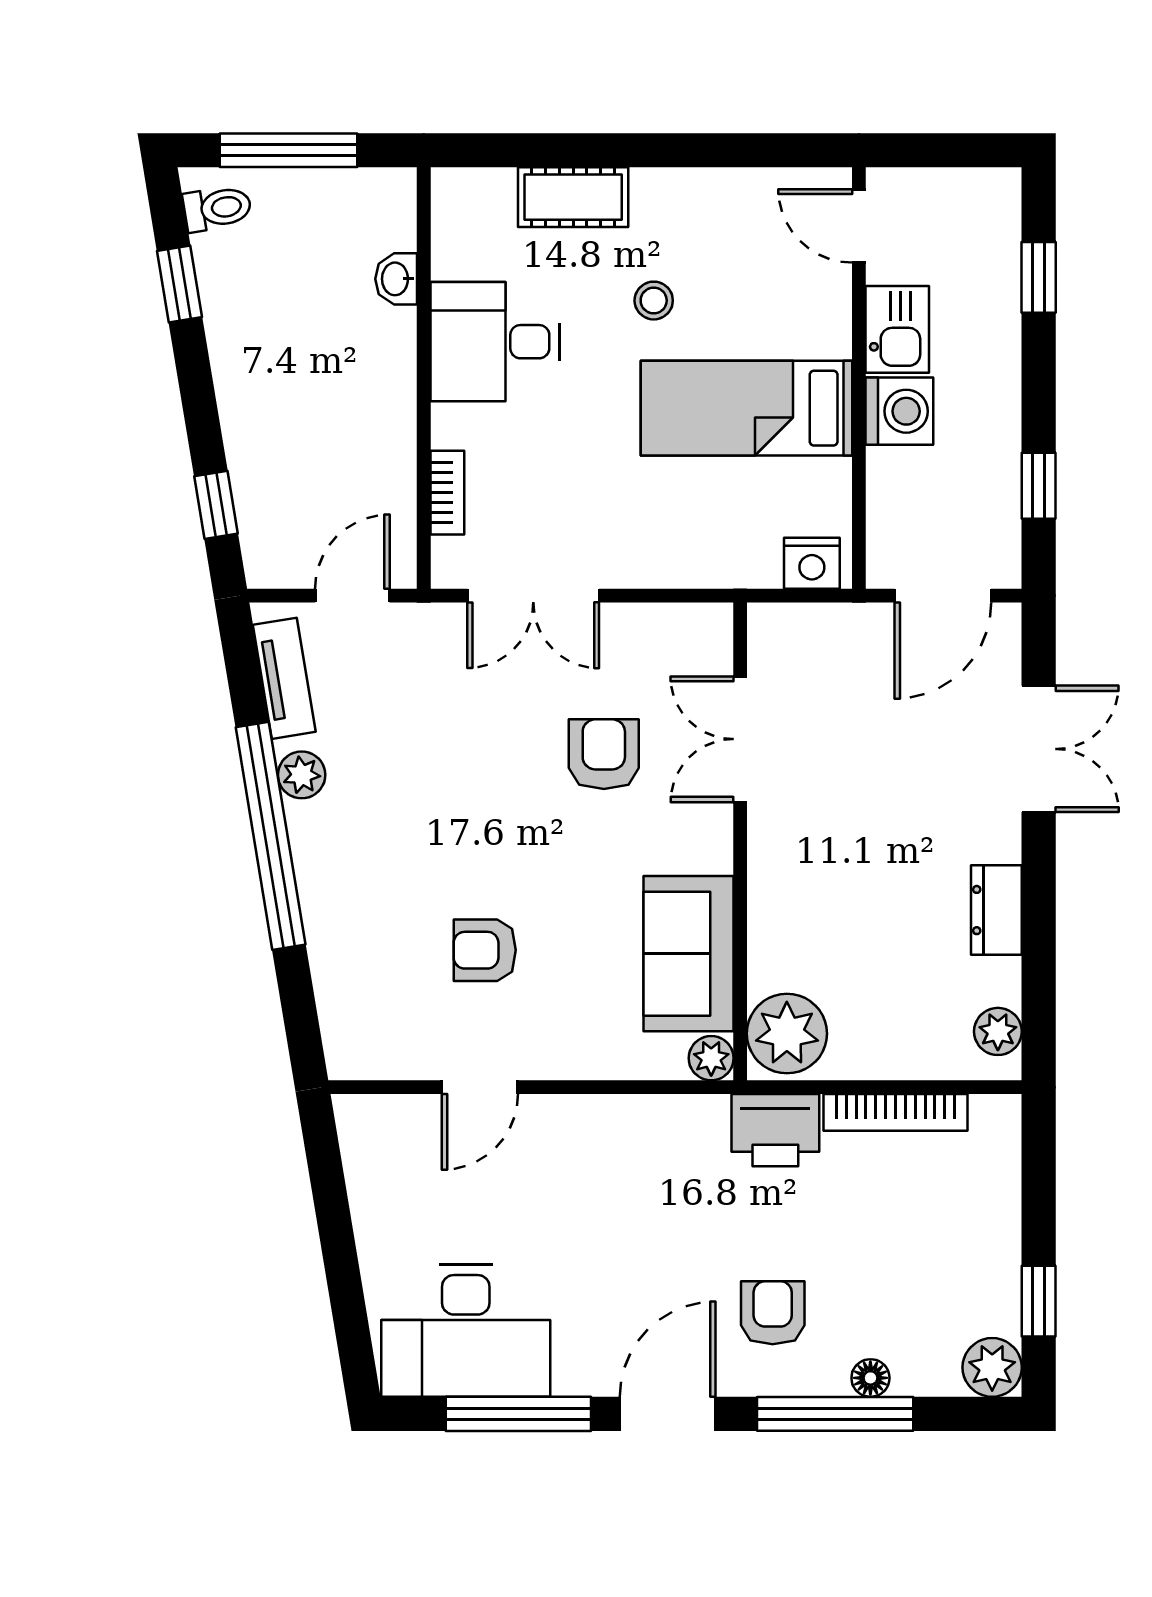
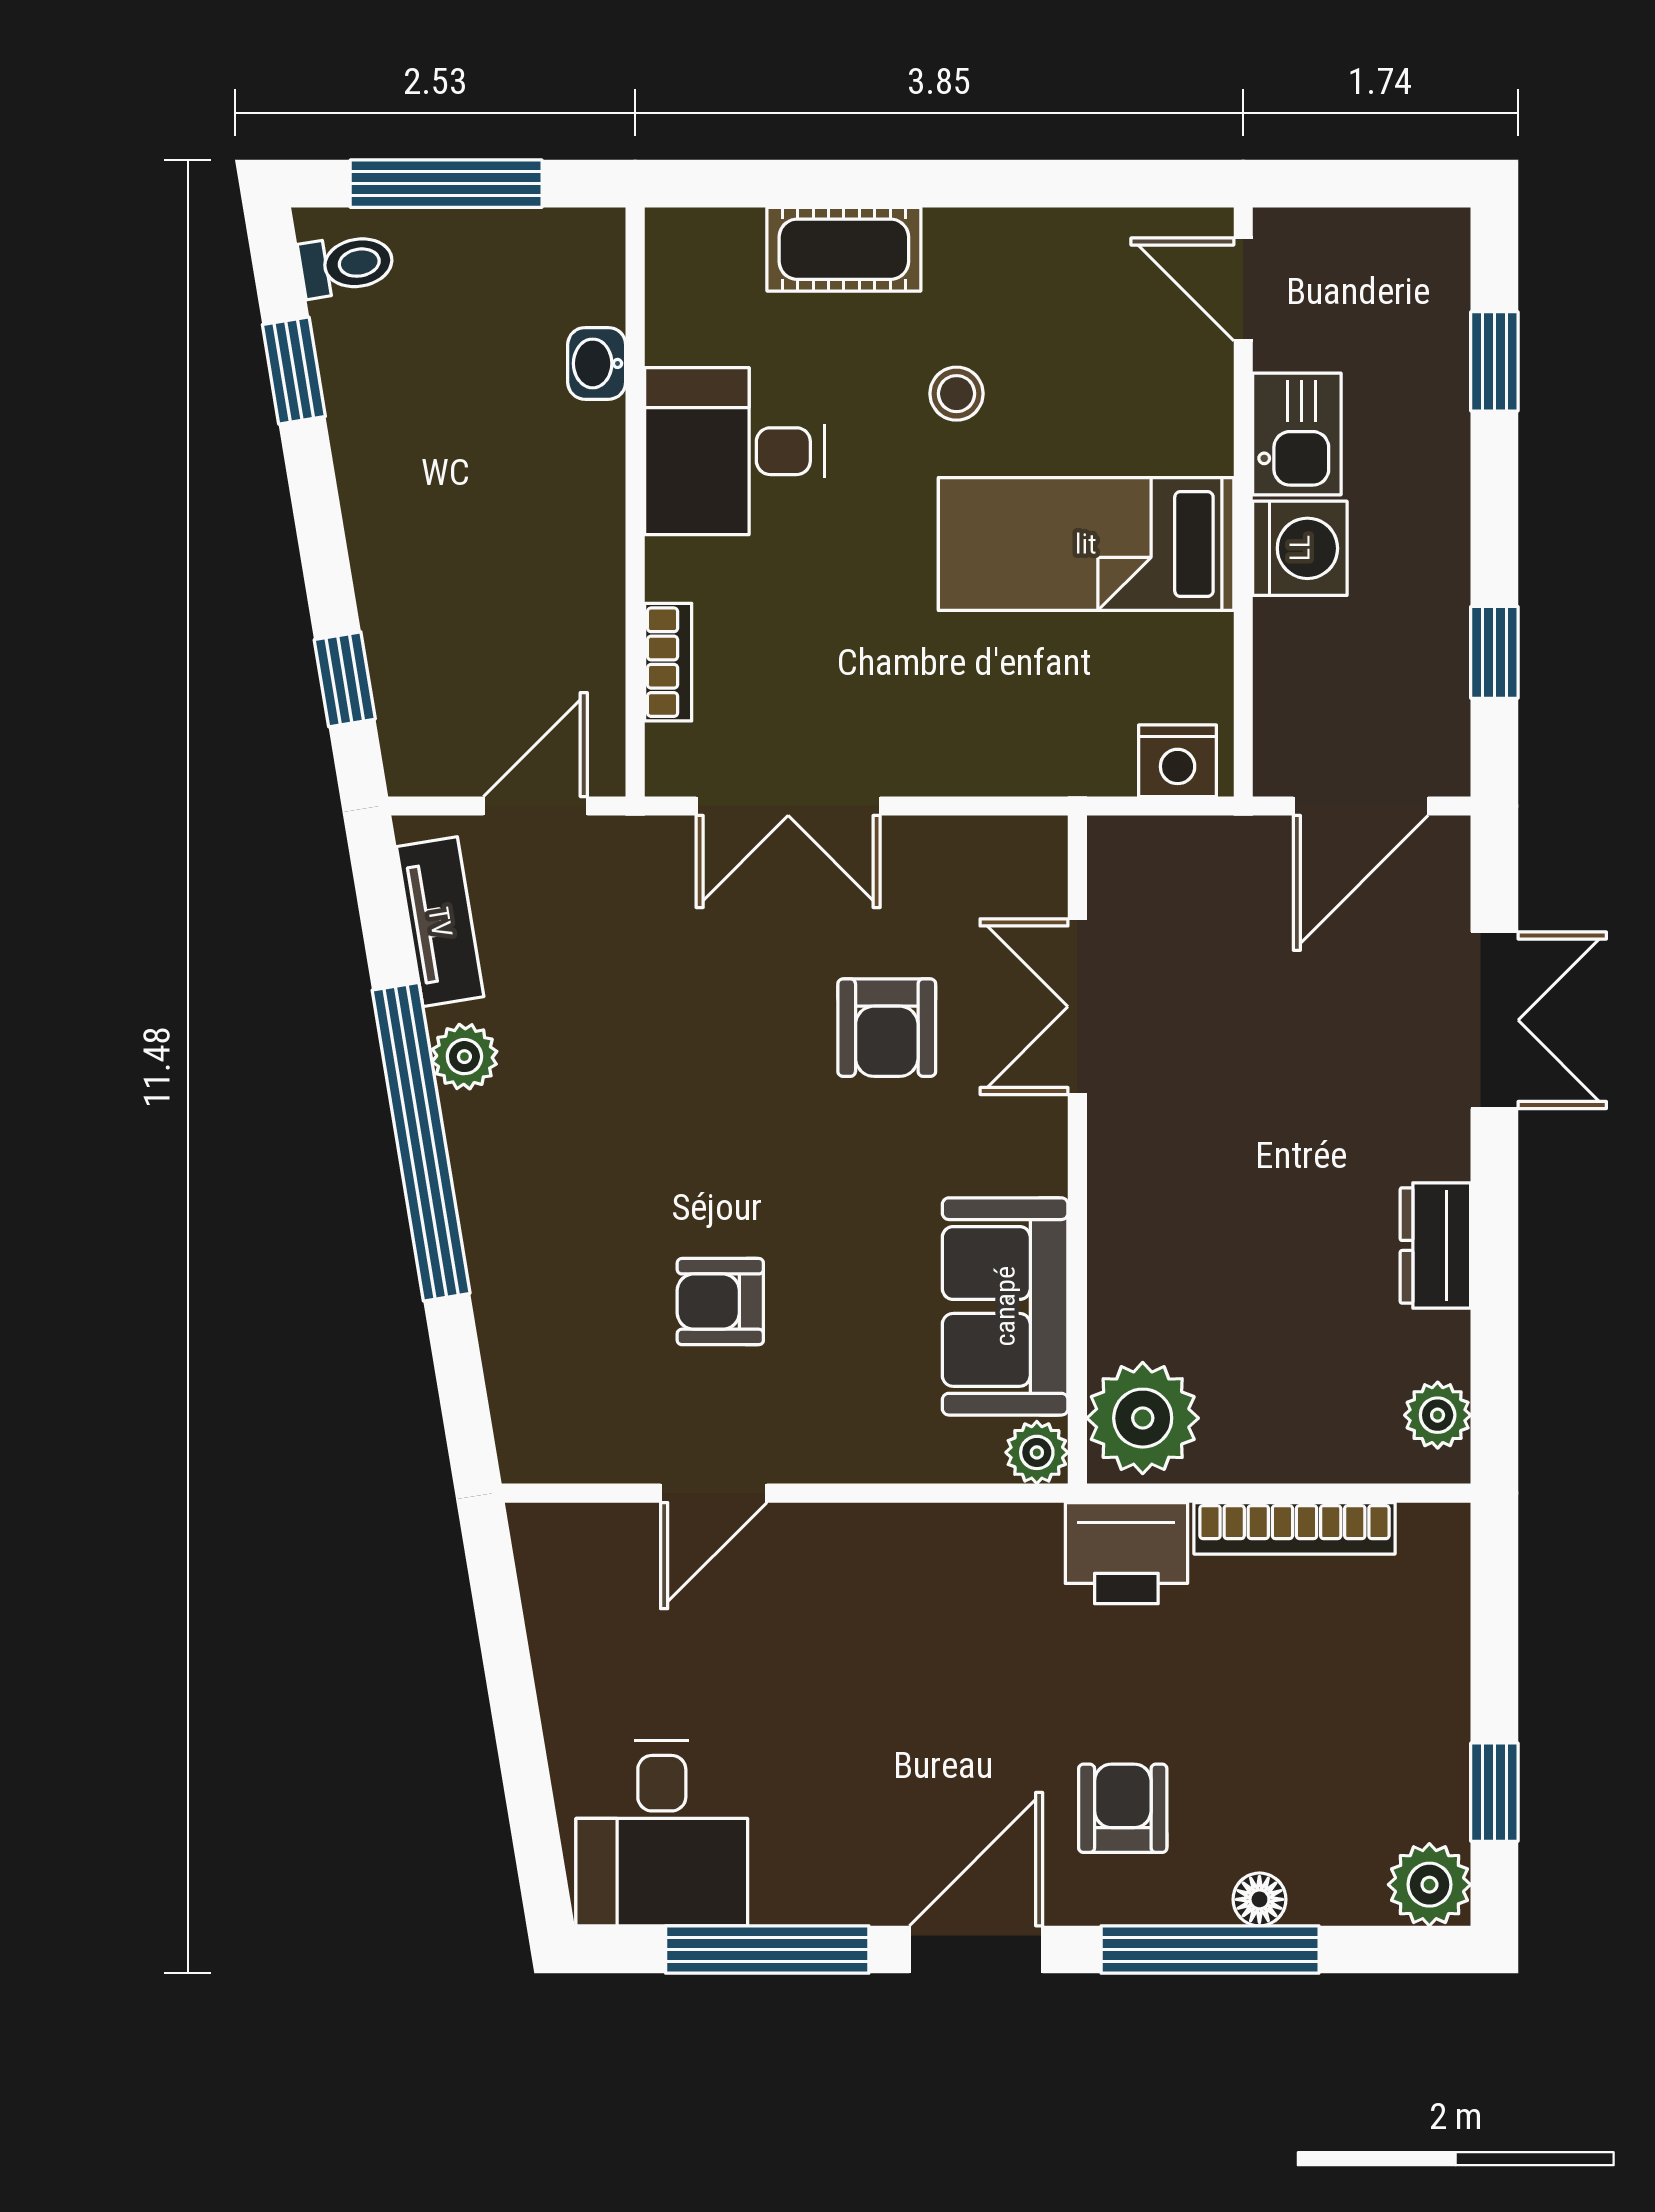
armchair: (604, 754) -> (887, 1028), turned 180
desk: (466, 1331) -> (662, 1833), width x0.73

